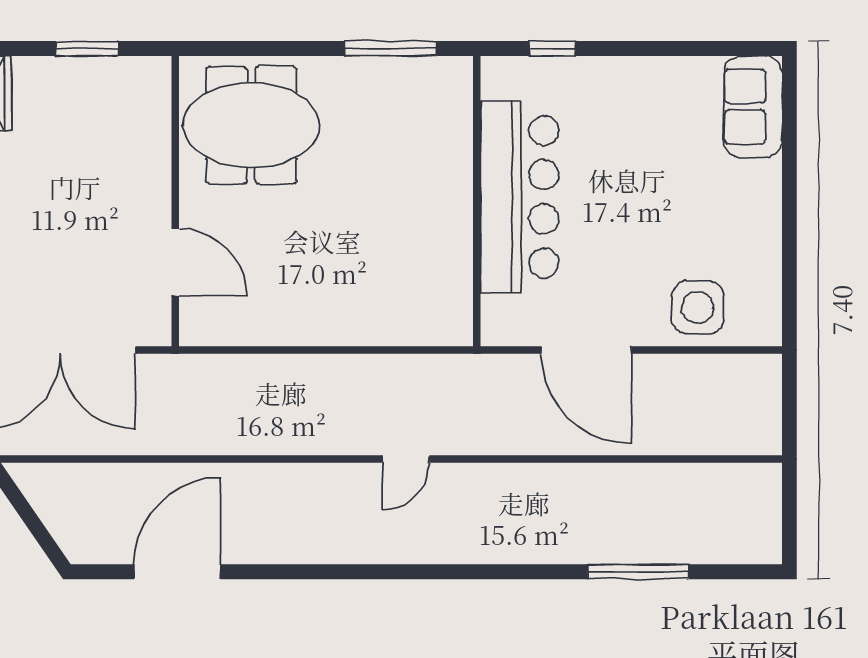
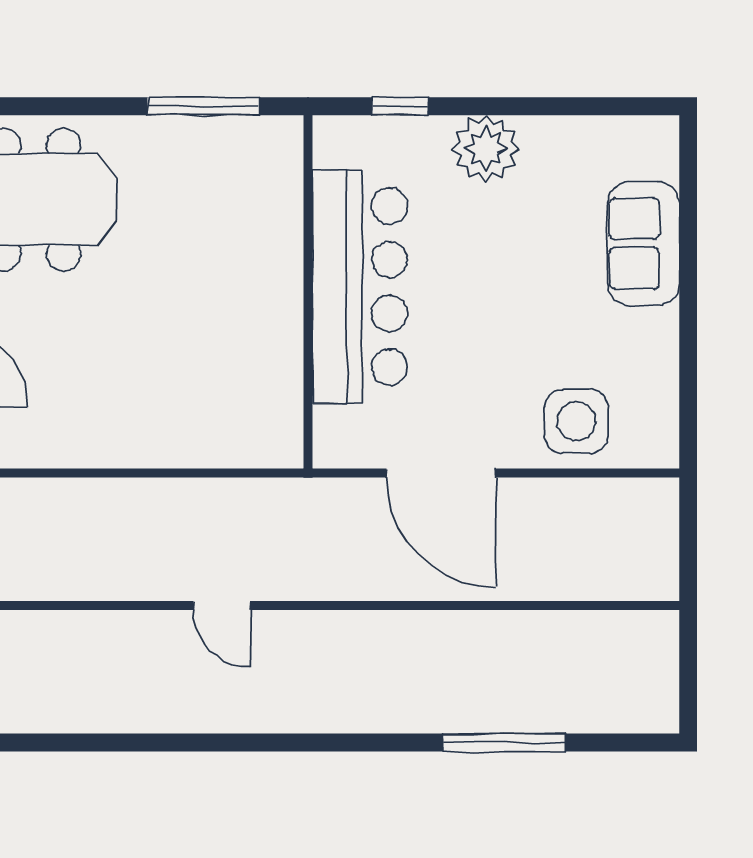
plant: (623, 83) -> (486, 149), added
sofa: (753, 107) -> (644, 244), moved
door: (406, 459) -> (222, 606), hinge flipped

